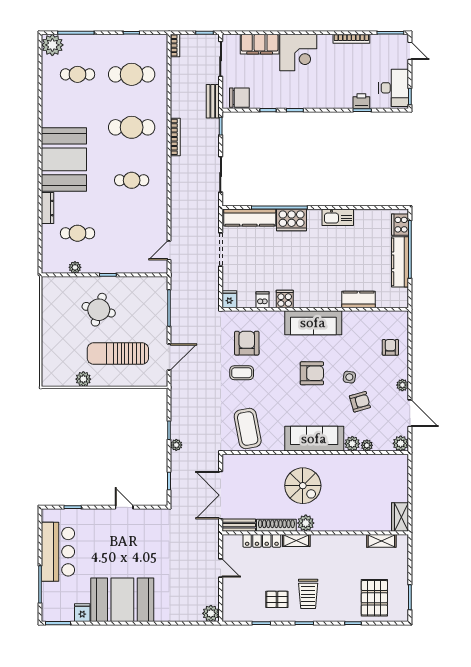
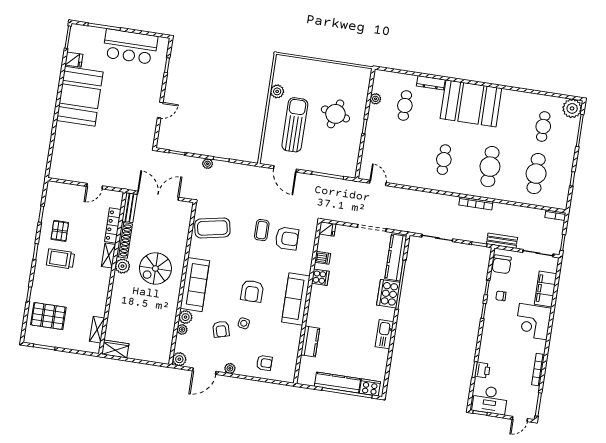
chair: (275, 93) -> (501, 296), added
plant: (211, 613) -> (56, 172), removed

